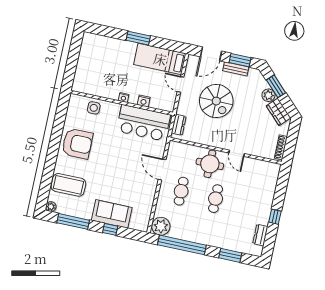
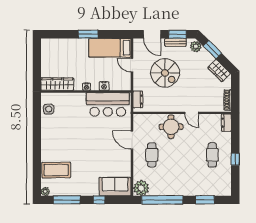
door: (211, 54) -> (152, 34), hinge flipped
wardrobe: (91, 87) -> (57, 84), added
plant: (268, 95) -> (196, 47), moved
side table: (94, 108) -> (49, 109), moved
armchair: (77, 144) -> (56, 134), removed
cafe table: (216, 199) -> (212, 155), moved
sofa: (112, 214) -> (115, 187), moved
dresser: (260, 235) -> (226, 123), moved

